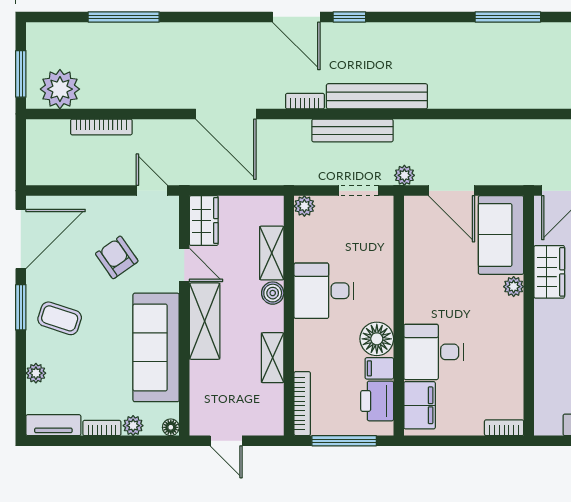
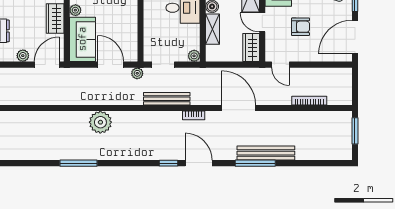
window: (124, 17) -> (255, 163), moved
plant: (60, 89) -> (100, 122), moved
bench: (377, 96) -> (266, 153), moved
armchair: (117, 257) -> (301, 27), turned -55

